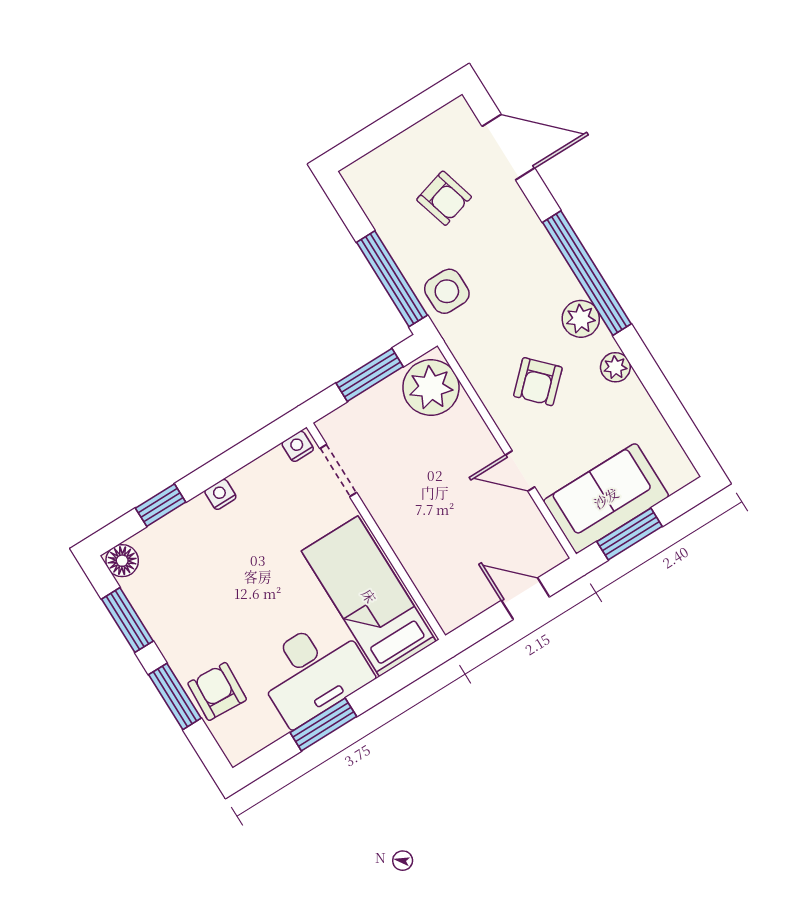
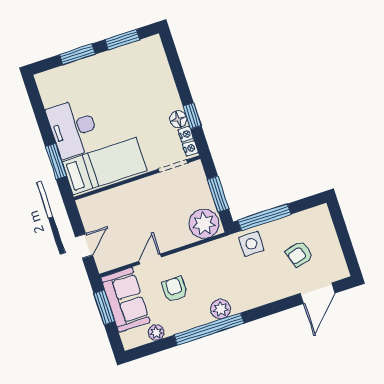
window: (587, 273) -> (209, 329), moved
plant: (615, 367) -> (156, 332), moved
armchair: (538, 382) -> (175, 289), moved, turned 44
nightstand: (220, 494) -> (186, 134), moved
window: (161, 505) -> (192, 116), moved
floor lamp: (122, 561) -> (178, 119), moved
armchair: (217, 691) -> (75, 77), removed
window: (323, 725) -> (56, 161), moved

